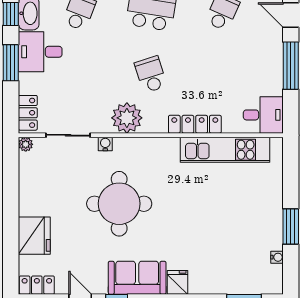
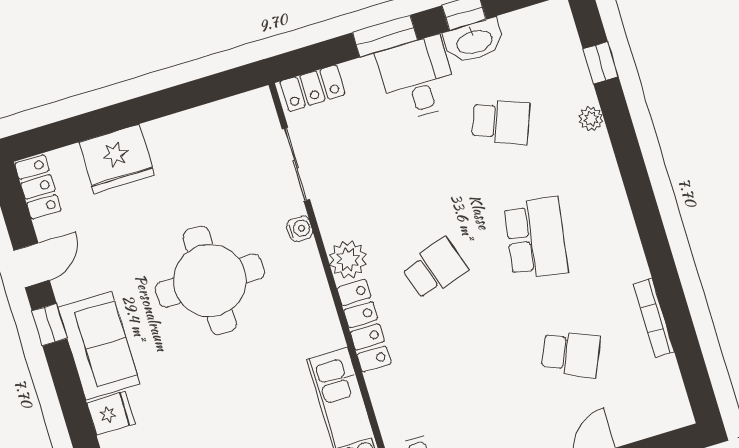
plant: (127, 118) -> (348, 260), width x0.73, depth x0.73
locker: (195, 124) -> (364, 326), moved
plant: (26, 144) -> (260, 100), removed

